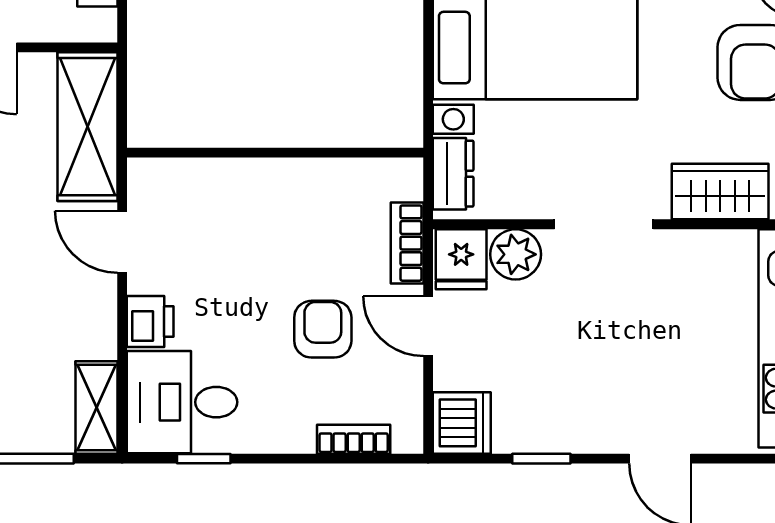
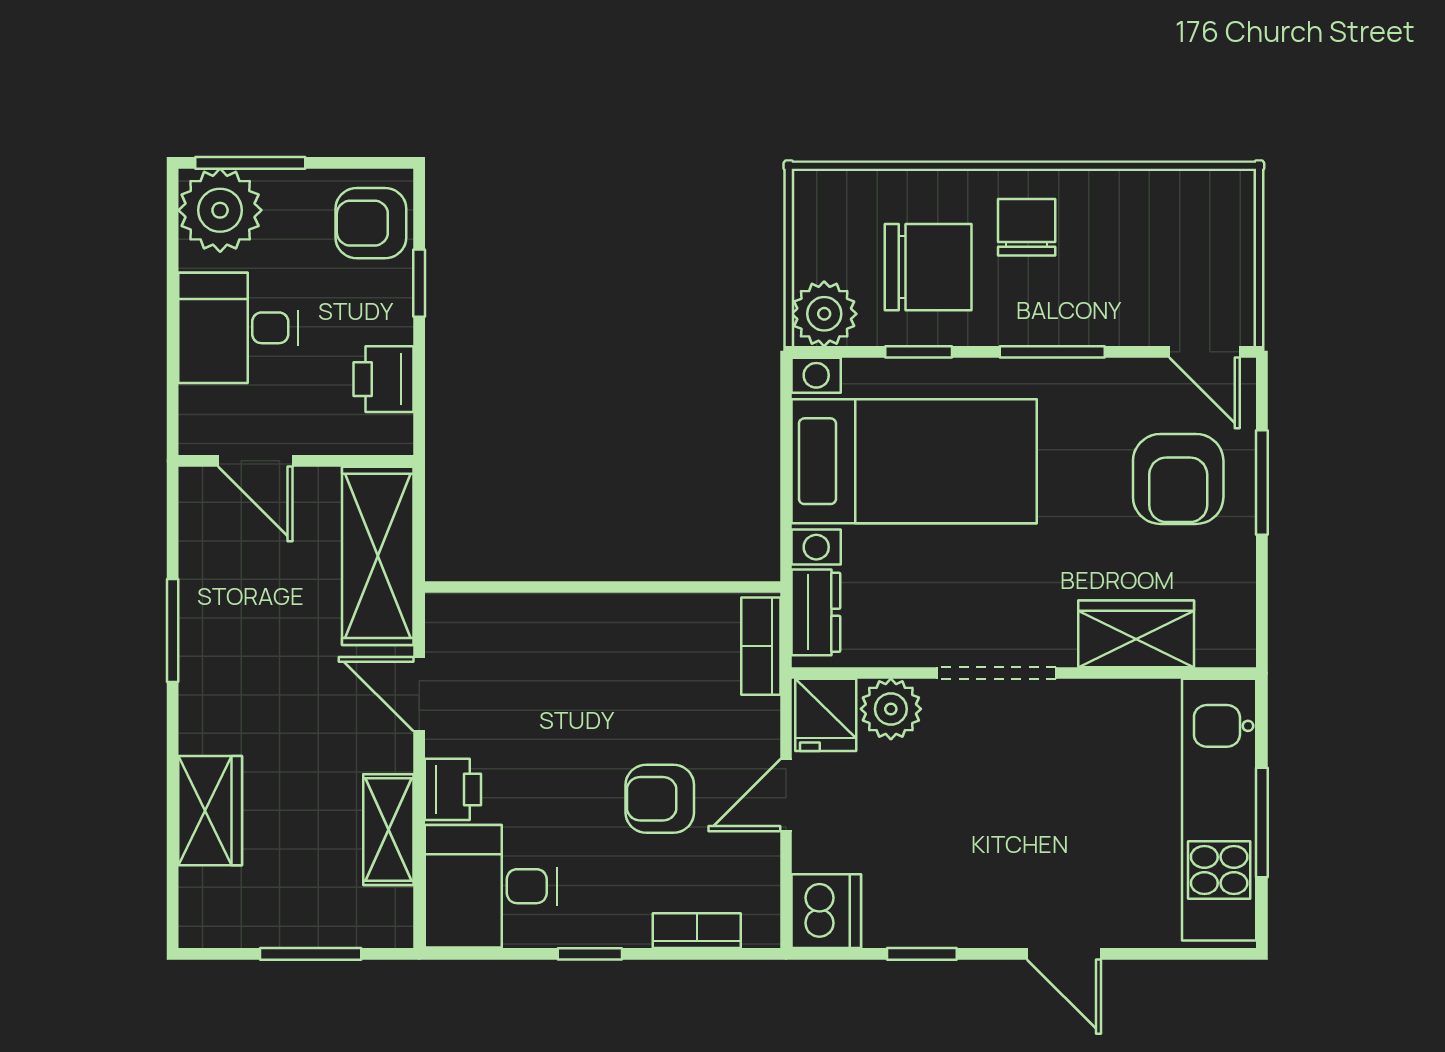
bookcase: (407, 243) -> (761, 646), moved
door: (428, 326) -> (786, 795), hinge flipped
armchair: (323, 329) -> (660, 799), turned -90
shelving: (96, 407) -> (388, 830), moved
window: (204, 459) -> (590, 954), moved

